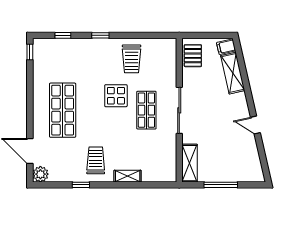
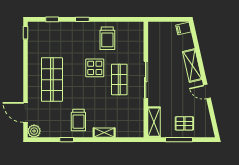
pallet: (193, 56) -> (184, 123), moved, turned 90
shelving: (233, 73) -> (192, 65), moved
trolley: (96, 160) -> (78, 120), turned 180

